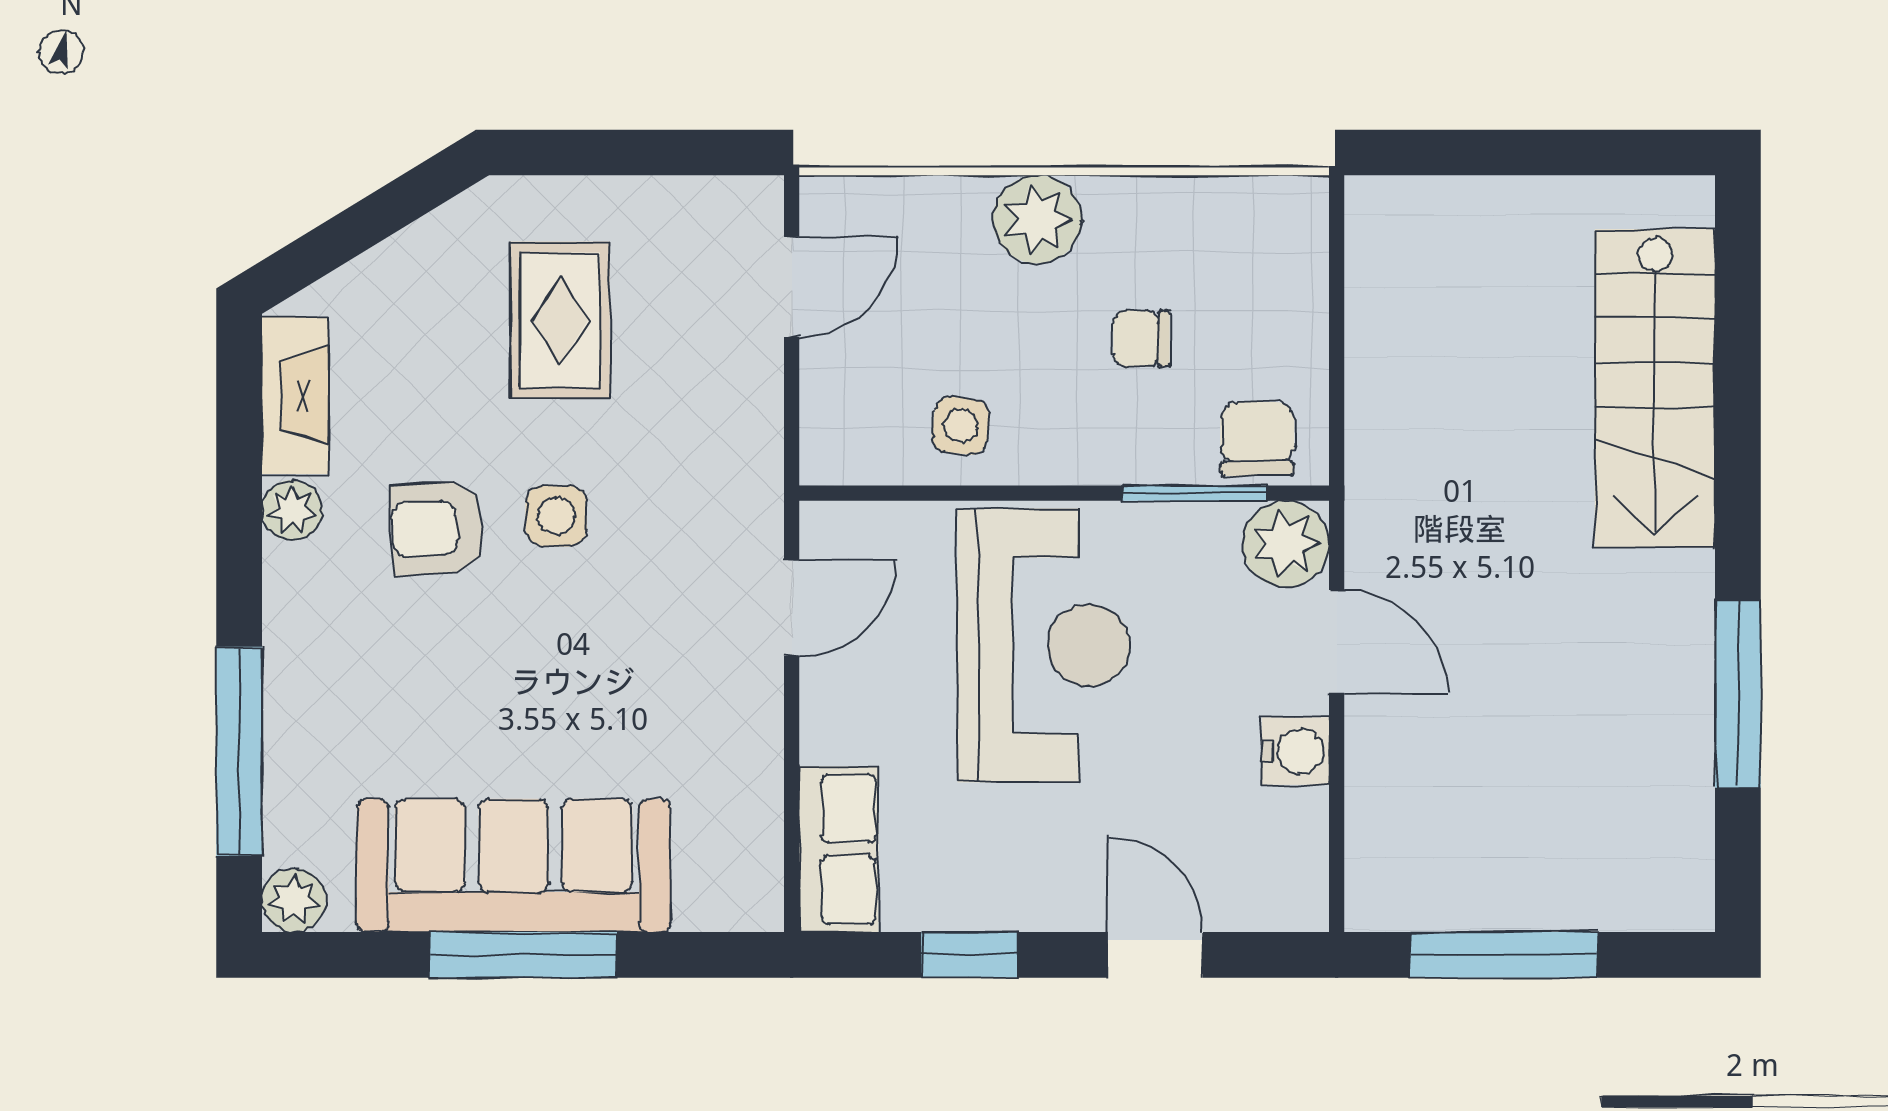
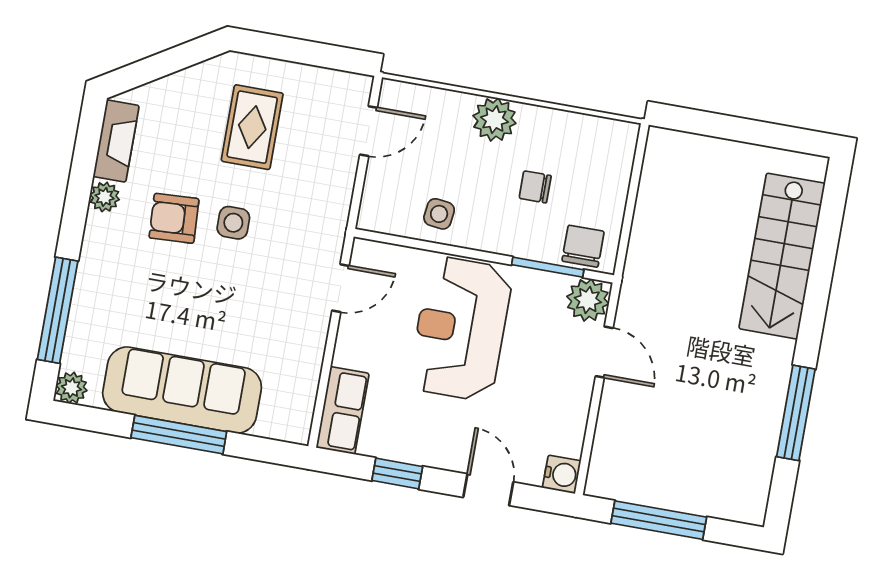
reception desk: (1044, 645) -> (461, 329), turned 180
water cooler: (1295, 751) -> (562, 474), moved

